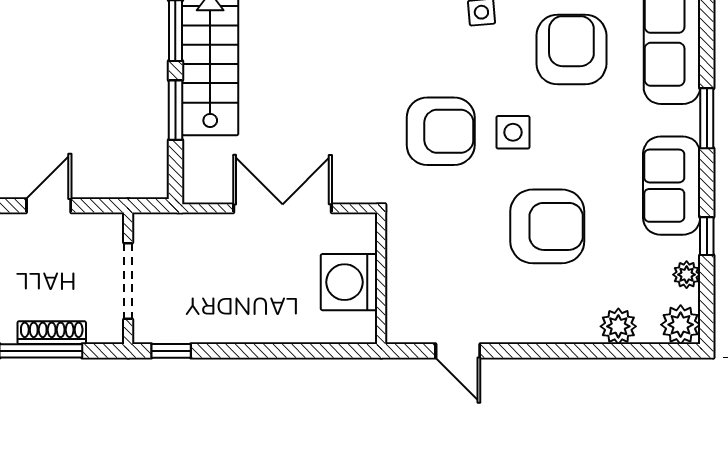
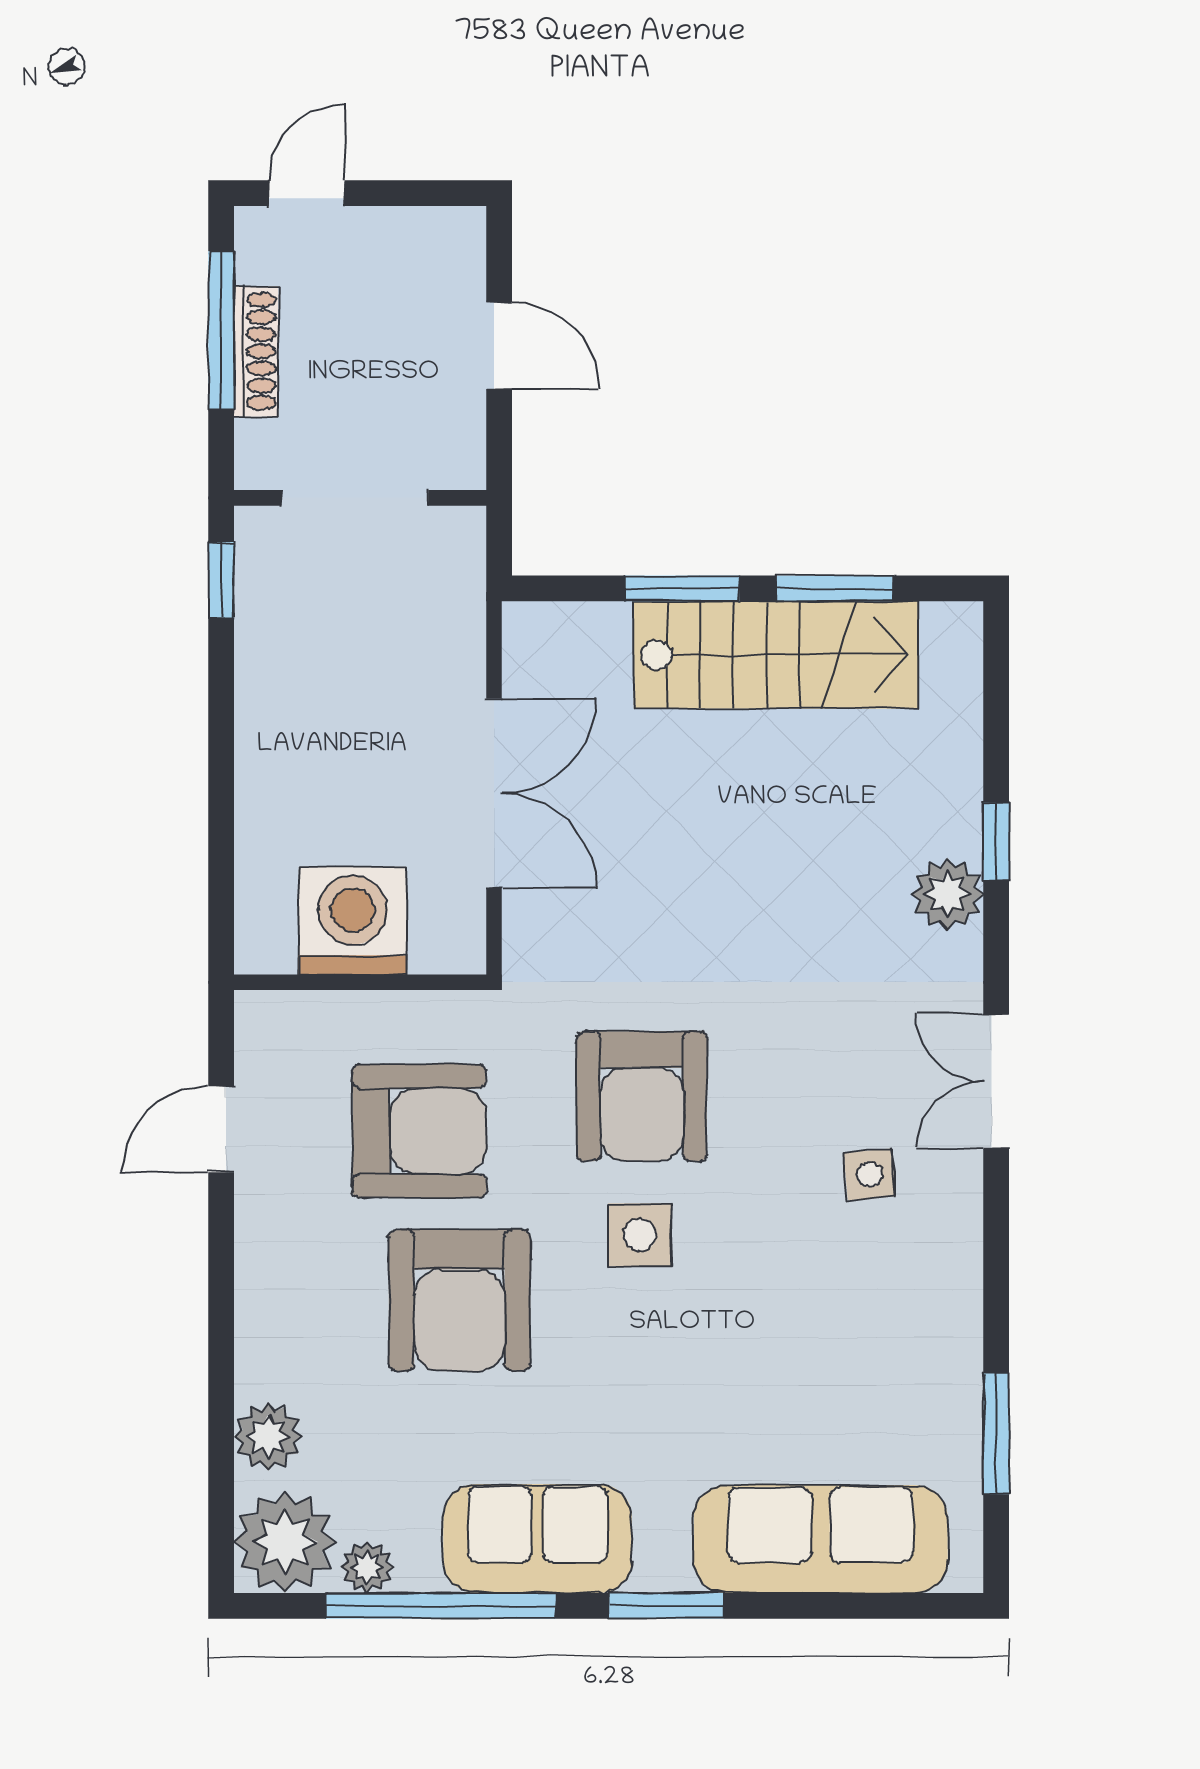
armchair: (571, 50) -> (419, 1131), moved
window: (707, 236) -> (441, 1606), width x3.17
plant: (681, 325) -> (285, 1542), width x1.36, depth x1.36

